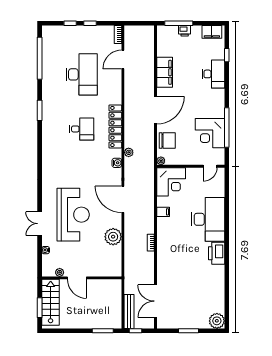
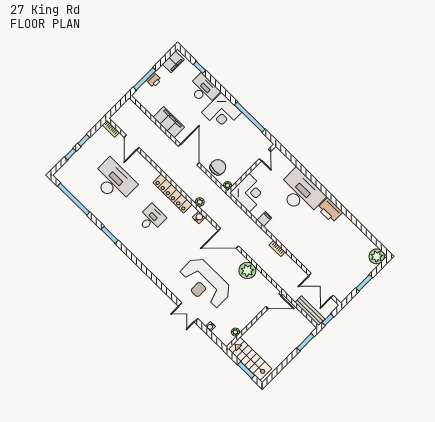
corner desk: (210, 133) -> (222, 112), moved
reception desk: (73, 215) -> (205, 283), turned 180
door: (77, 278) -> (274, 301), moved

